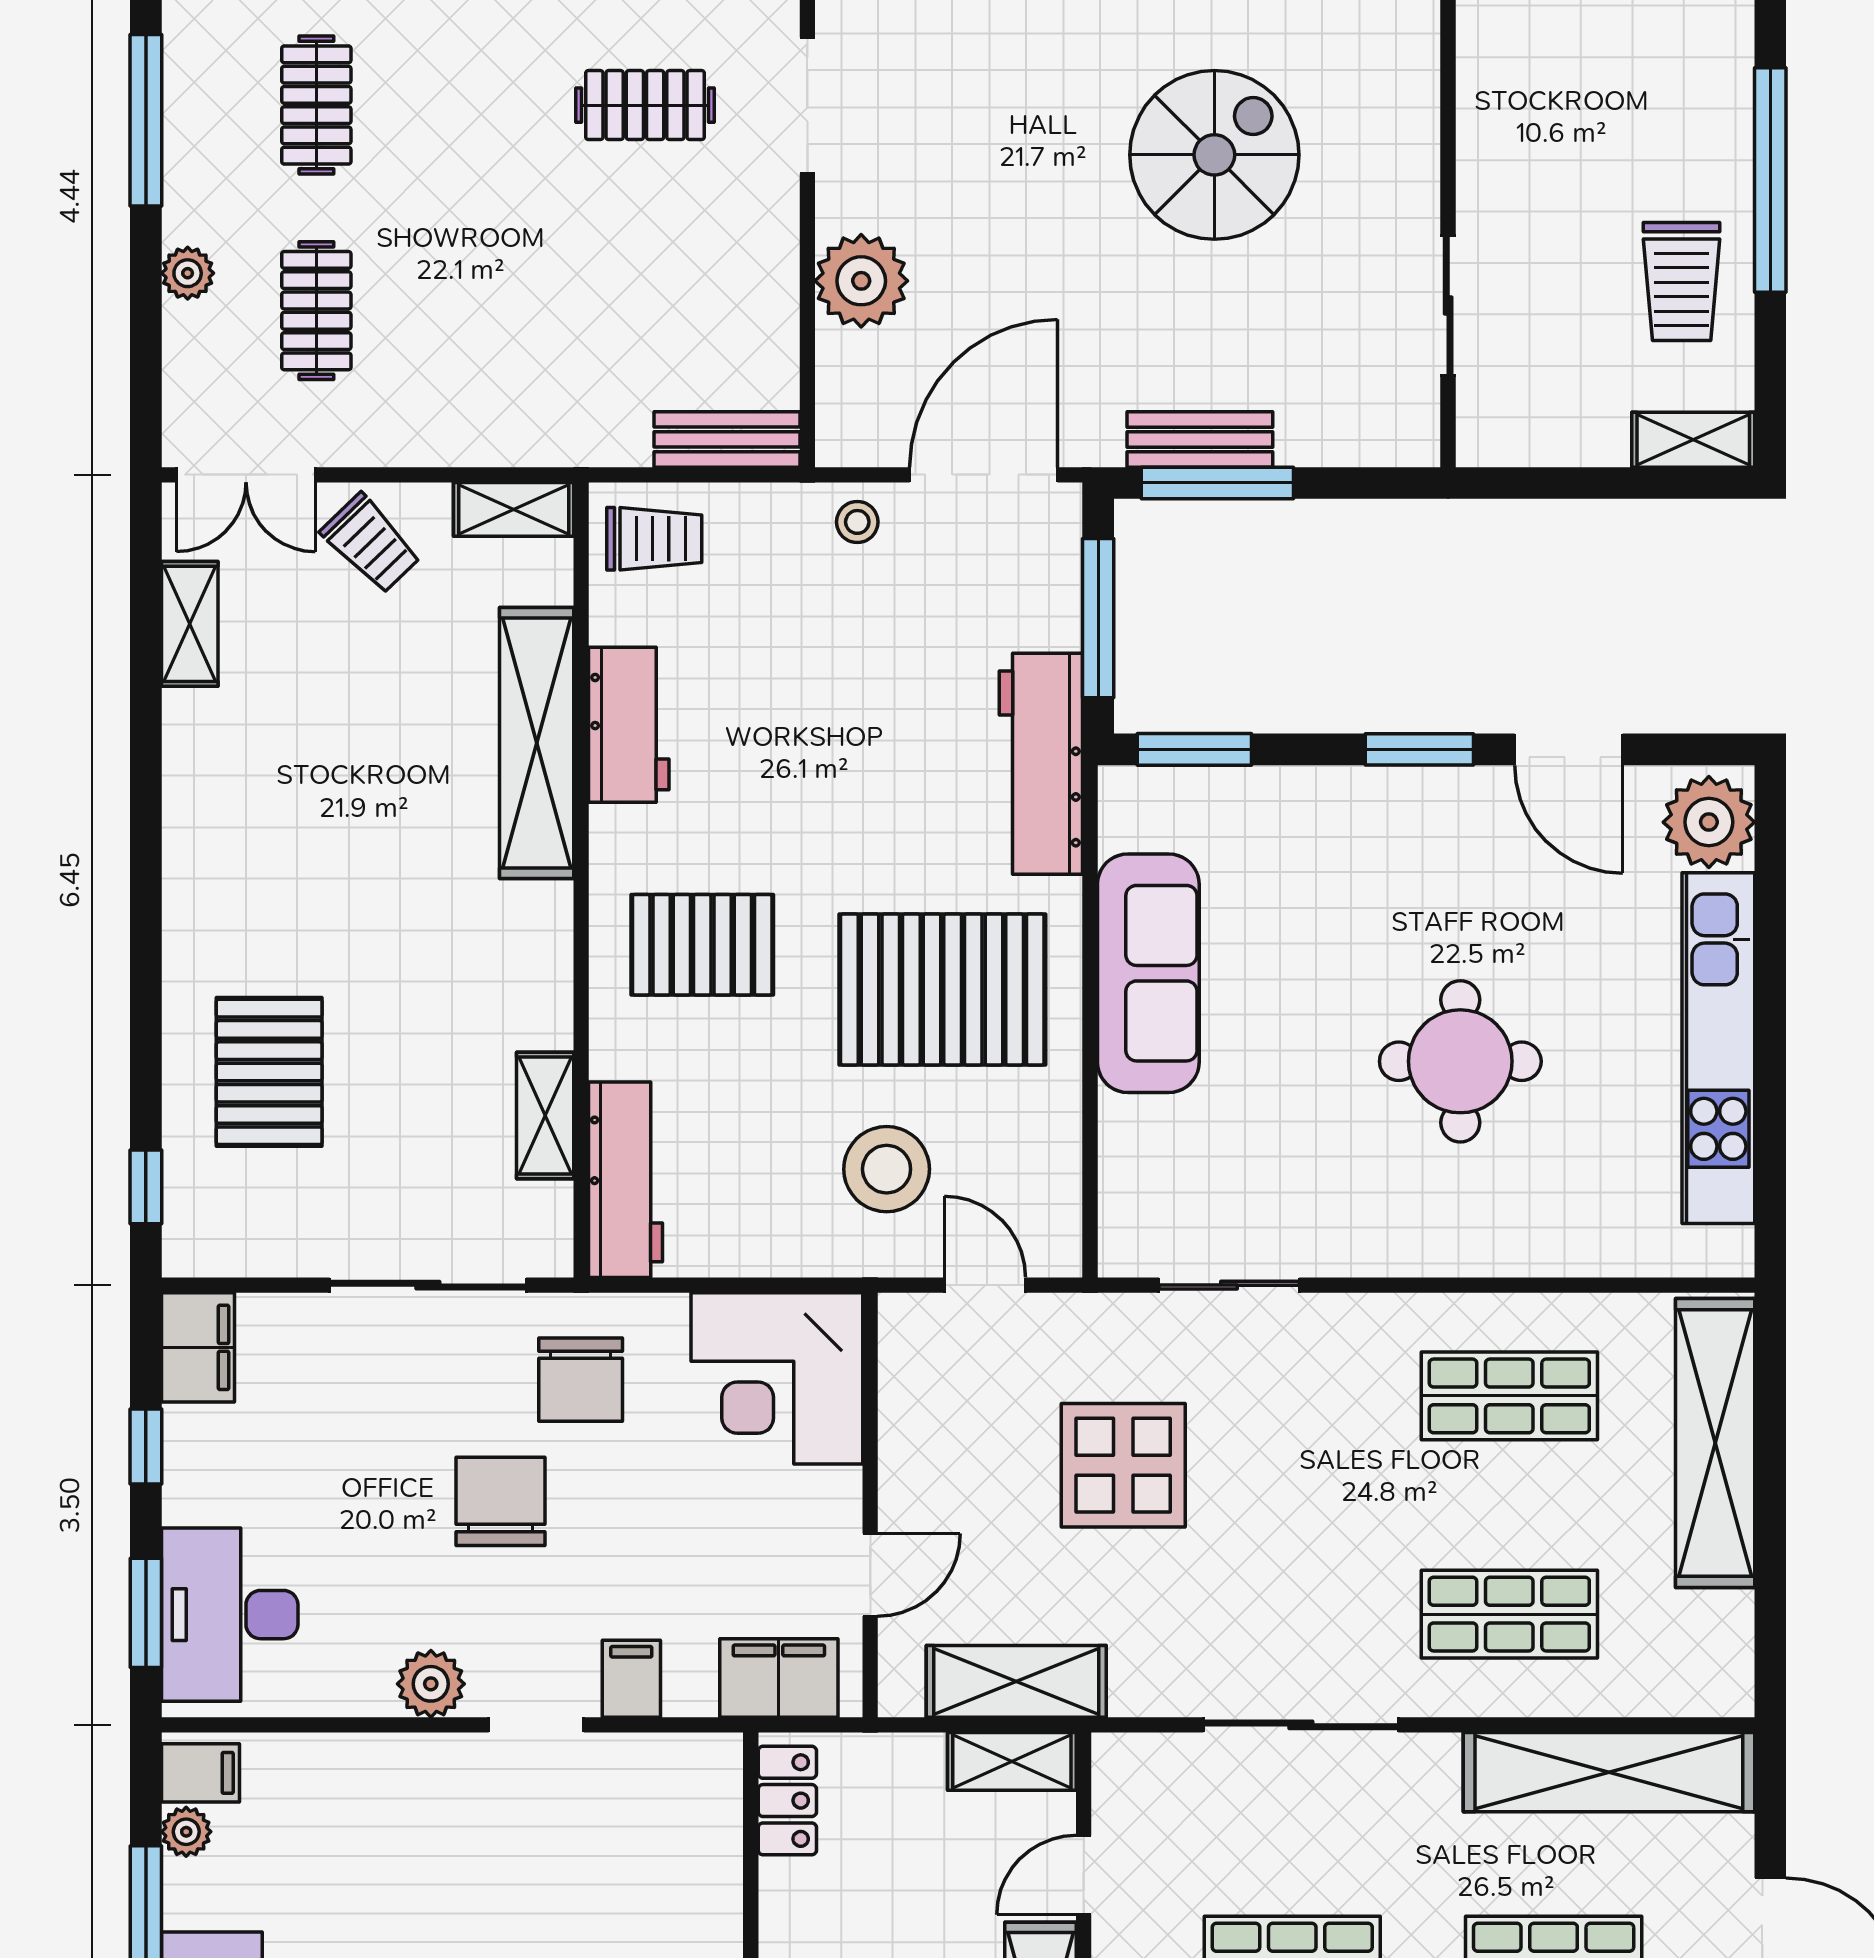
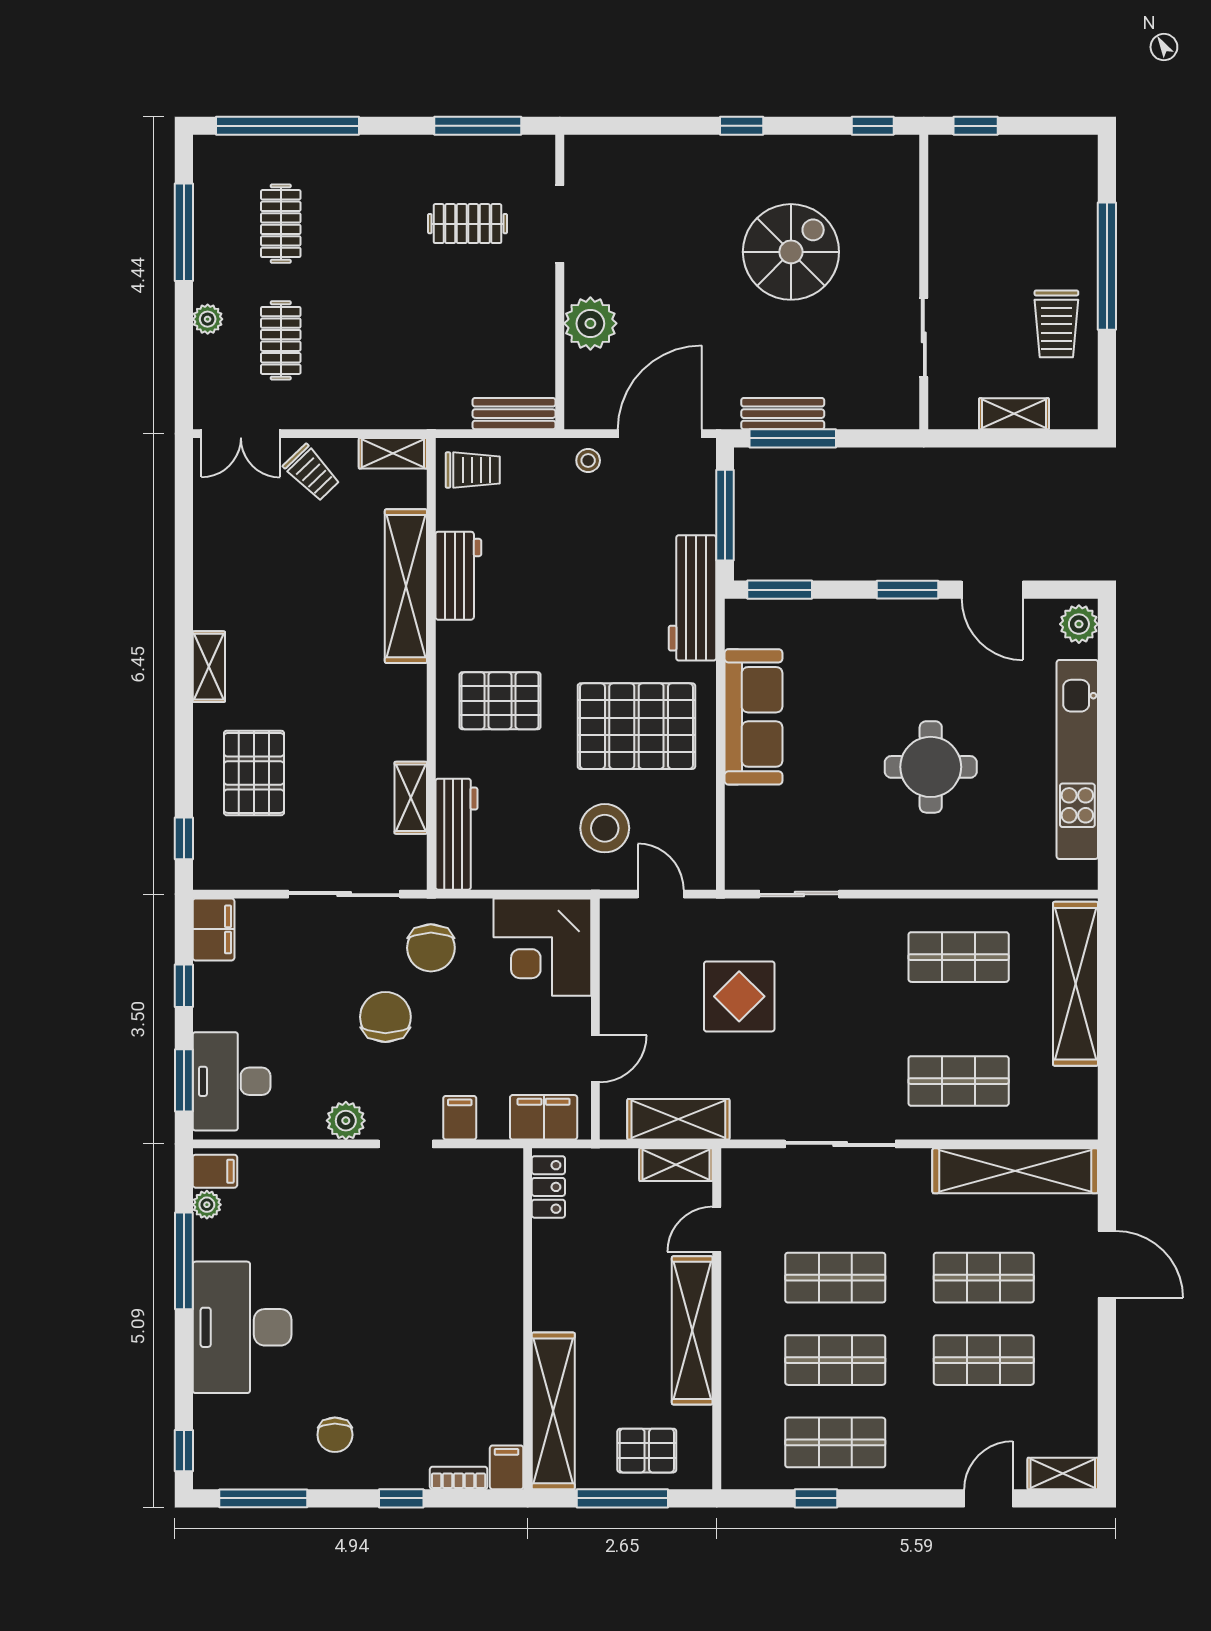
shelving: (1693, 440) -> (1014, 414), moved
shelving: (190, 624) -> (209, 667), moved
plant: (1709, 822) -> (1079, 624), width x0.73, depth x0.73

